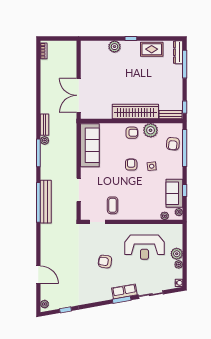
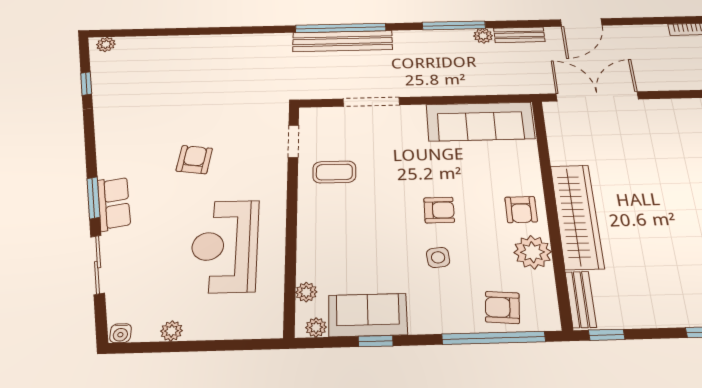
plant: (177, 254) -> (202, 325), removed
door: (38, 275) -> (581, 22), moved

